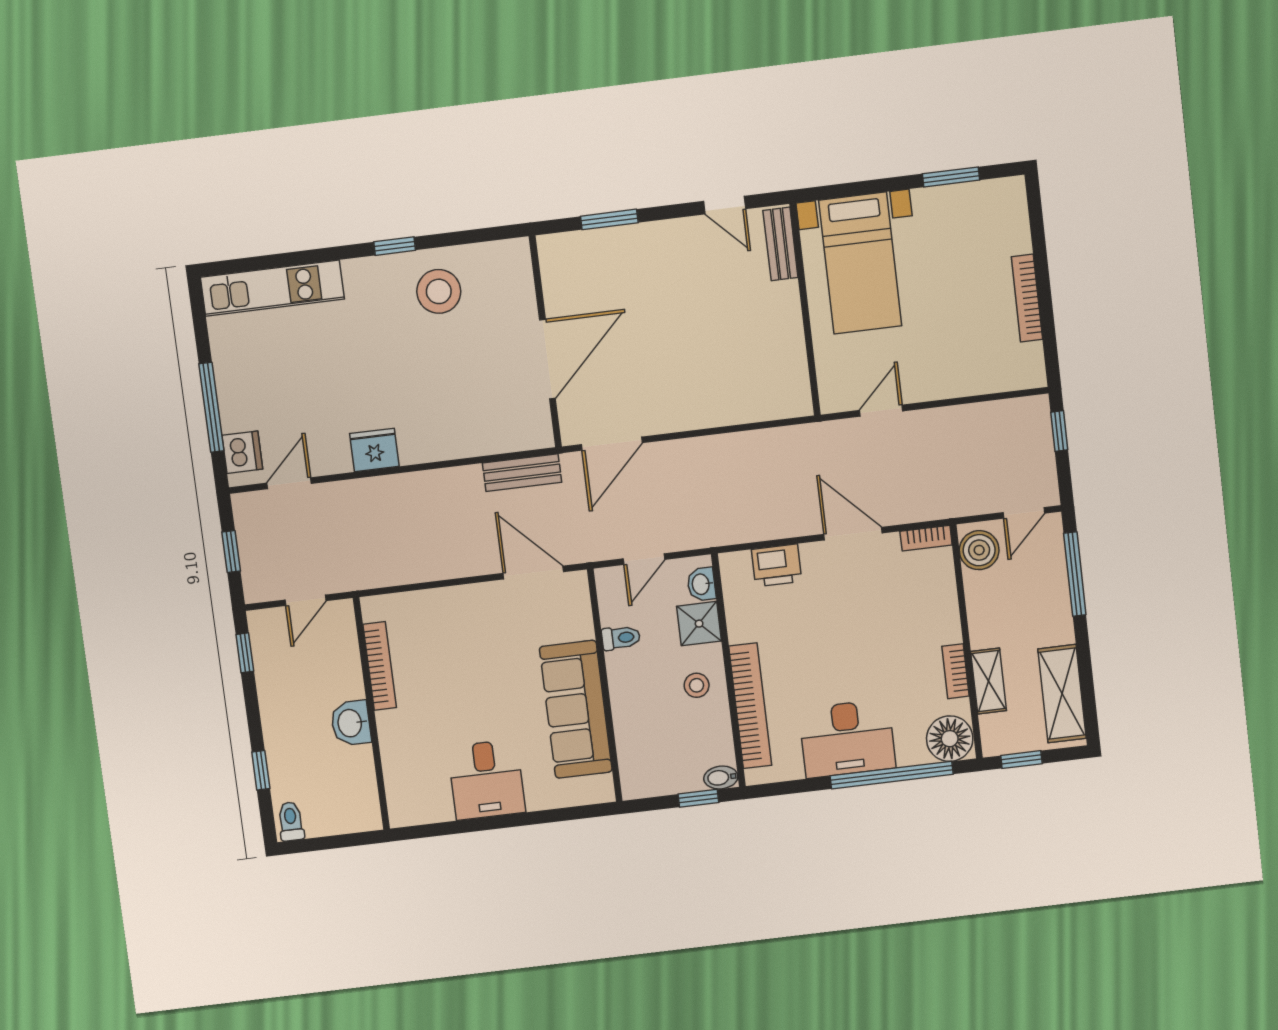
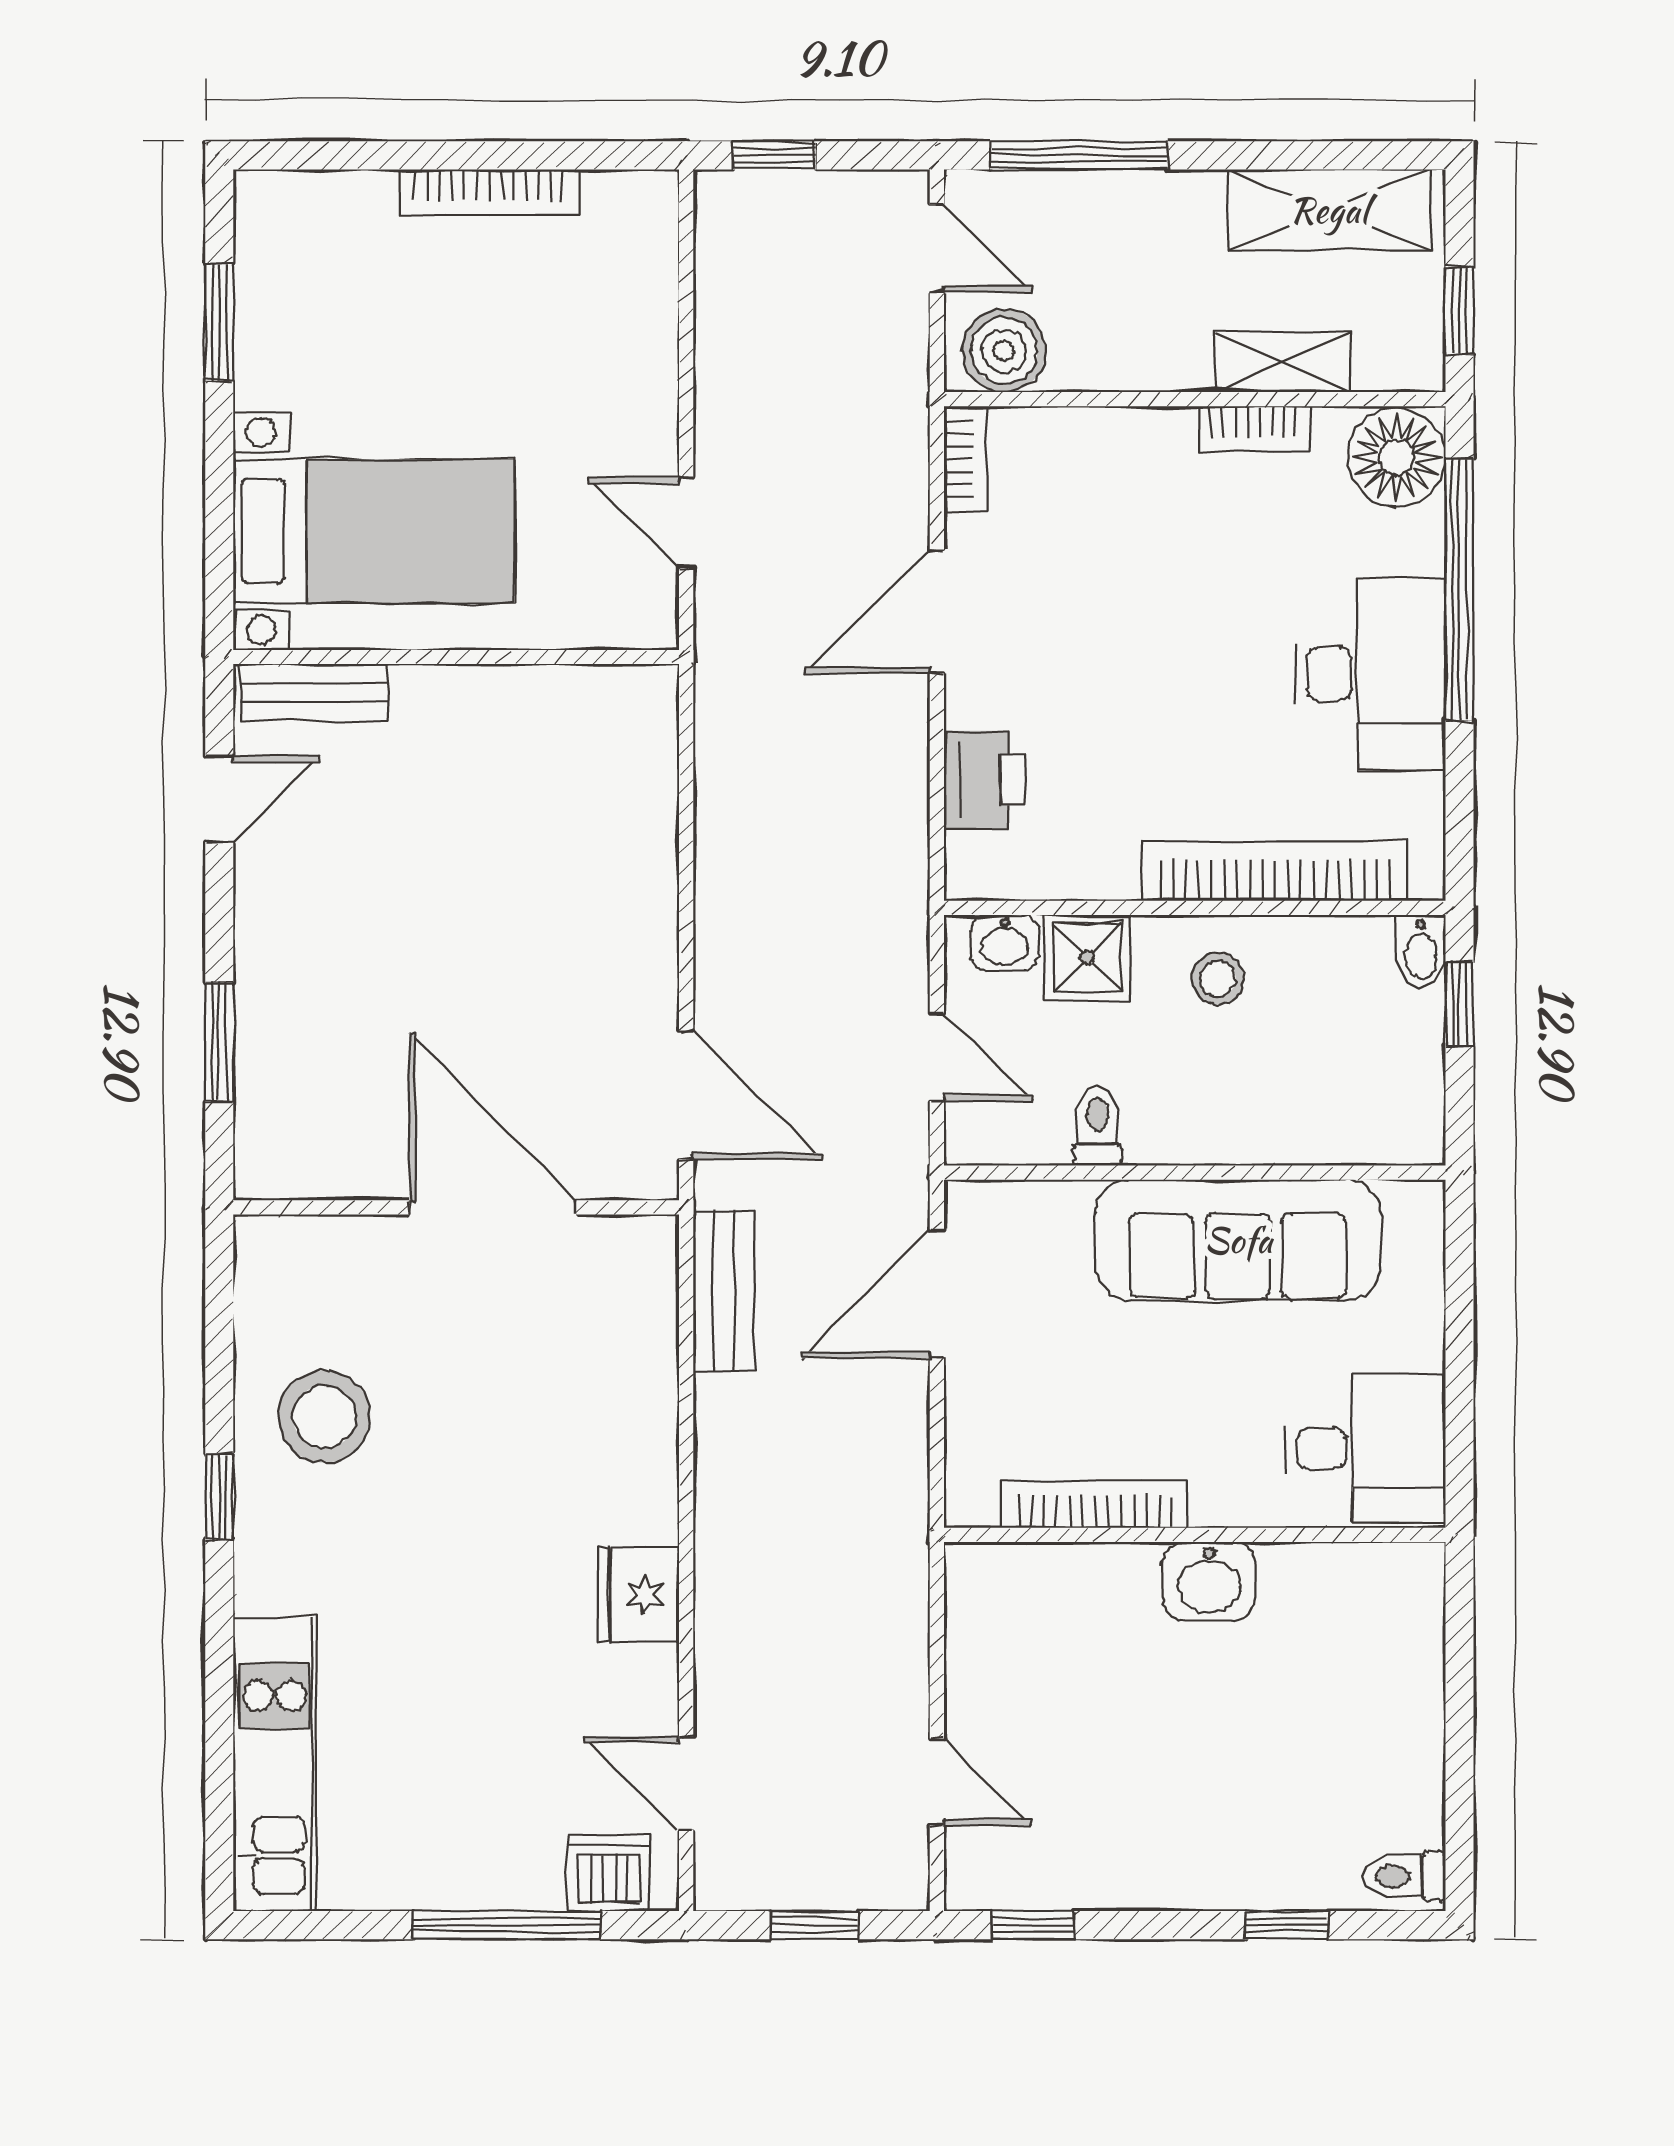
bookcase: (380, 666) -> (1095, 1504), moved
wall: (371, 714) -> (1195, 1535), moved
washbasin: (351, 723) -> (1209, 1581), moved

